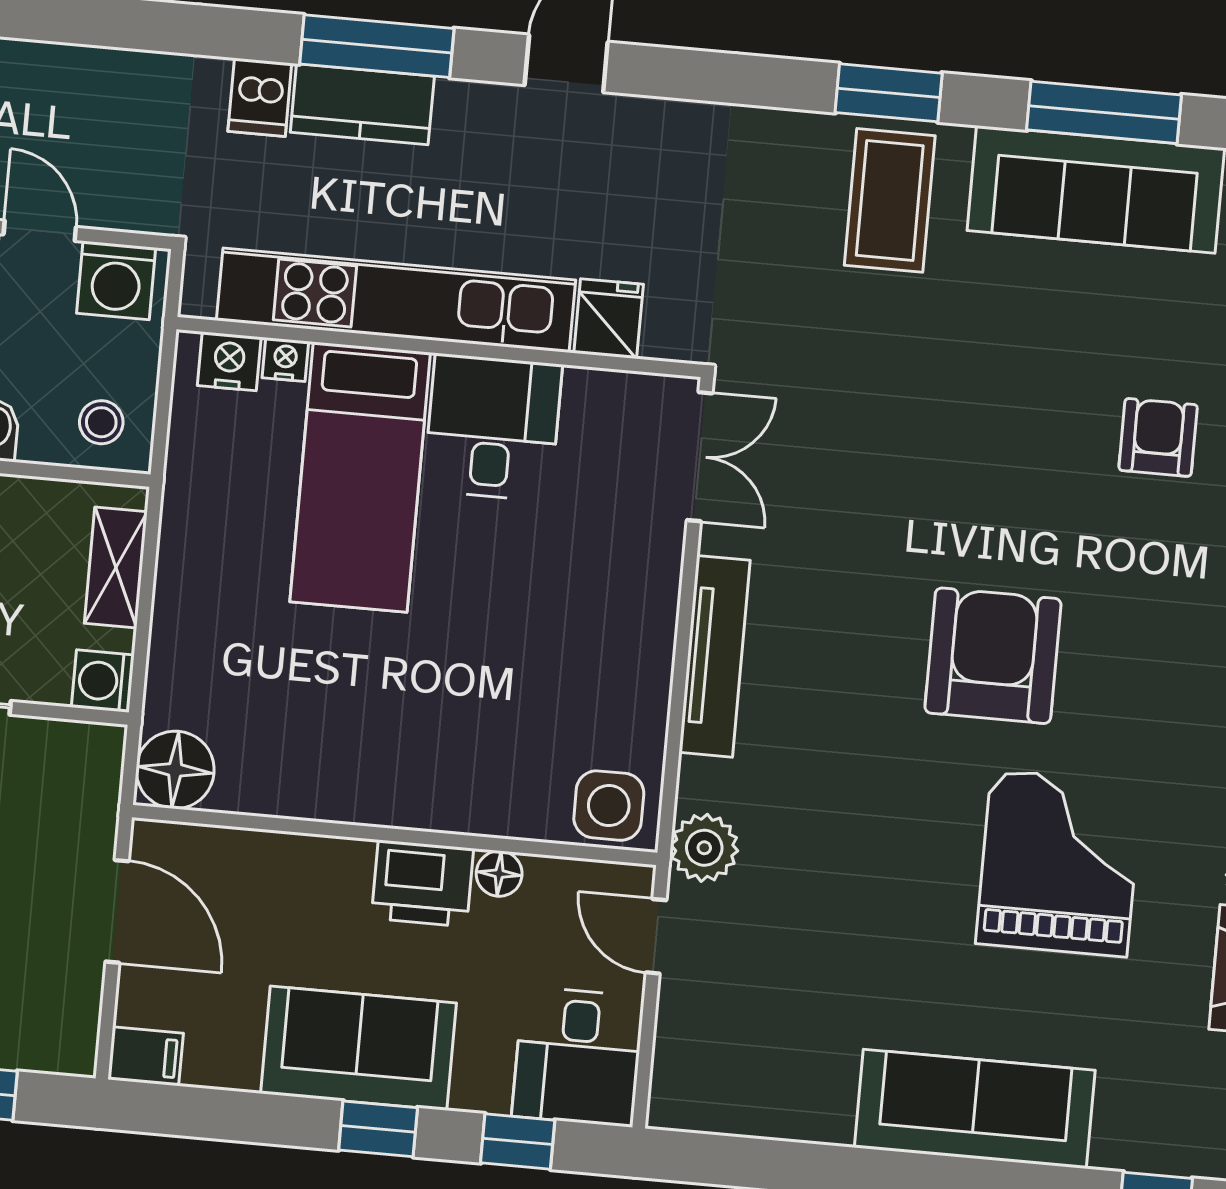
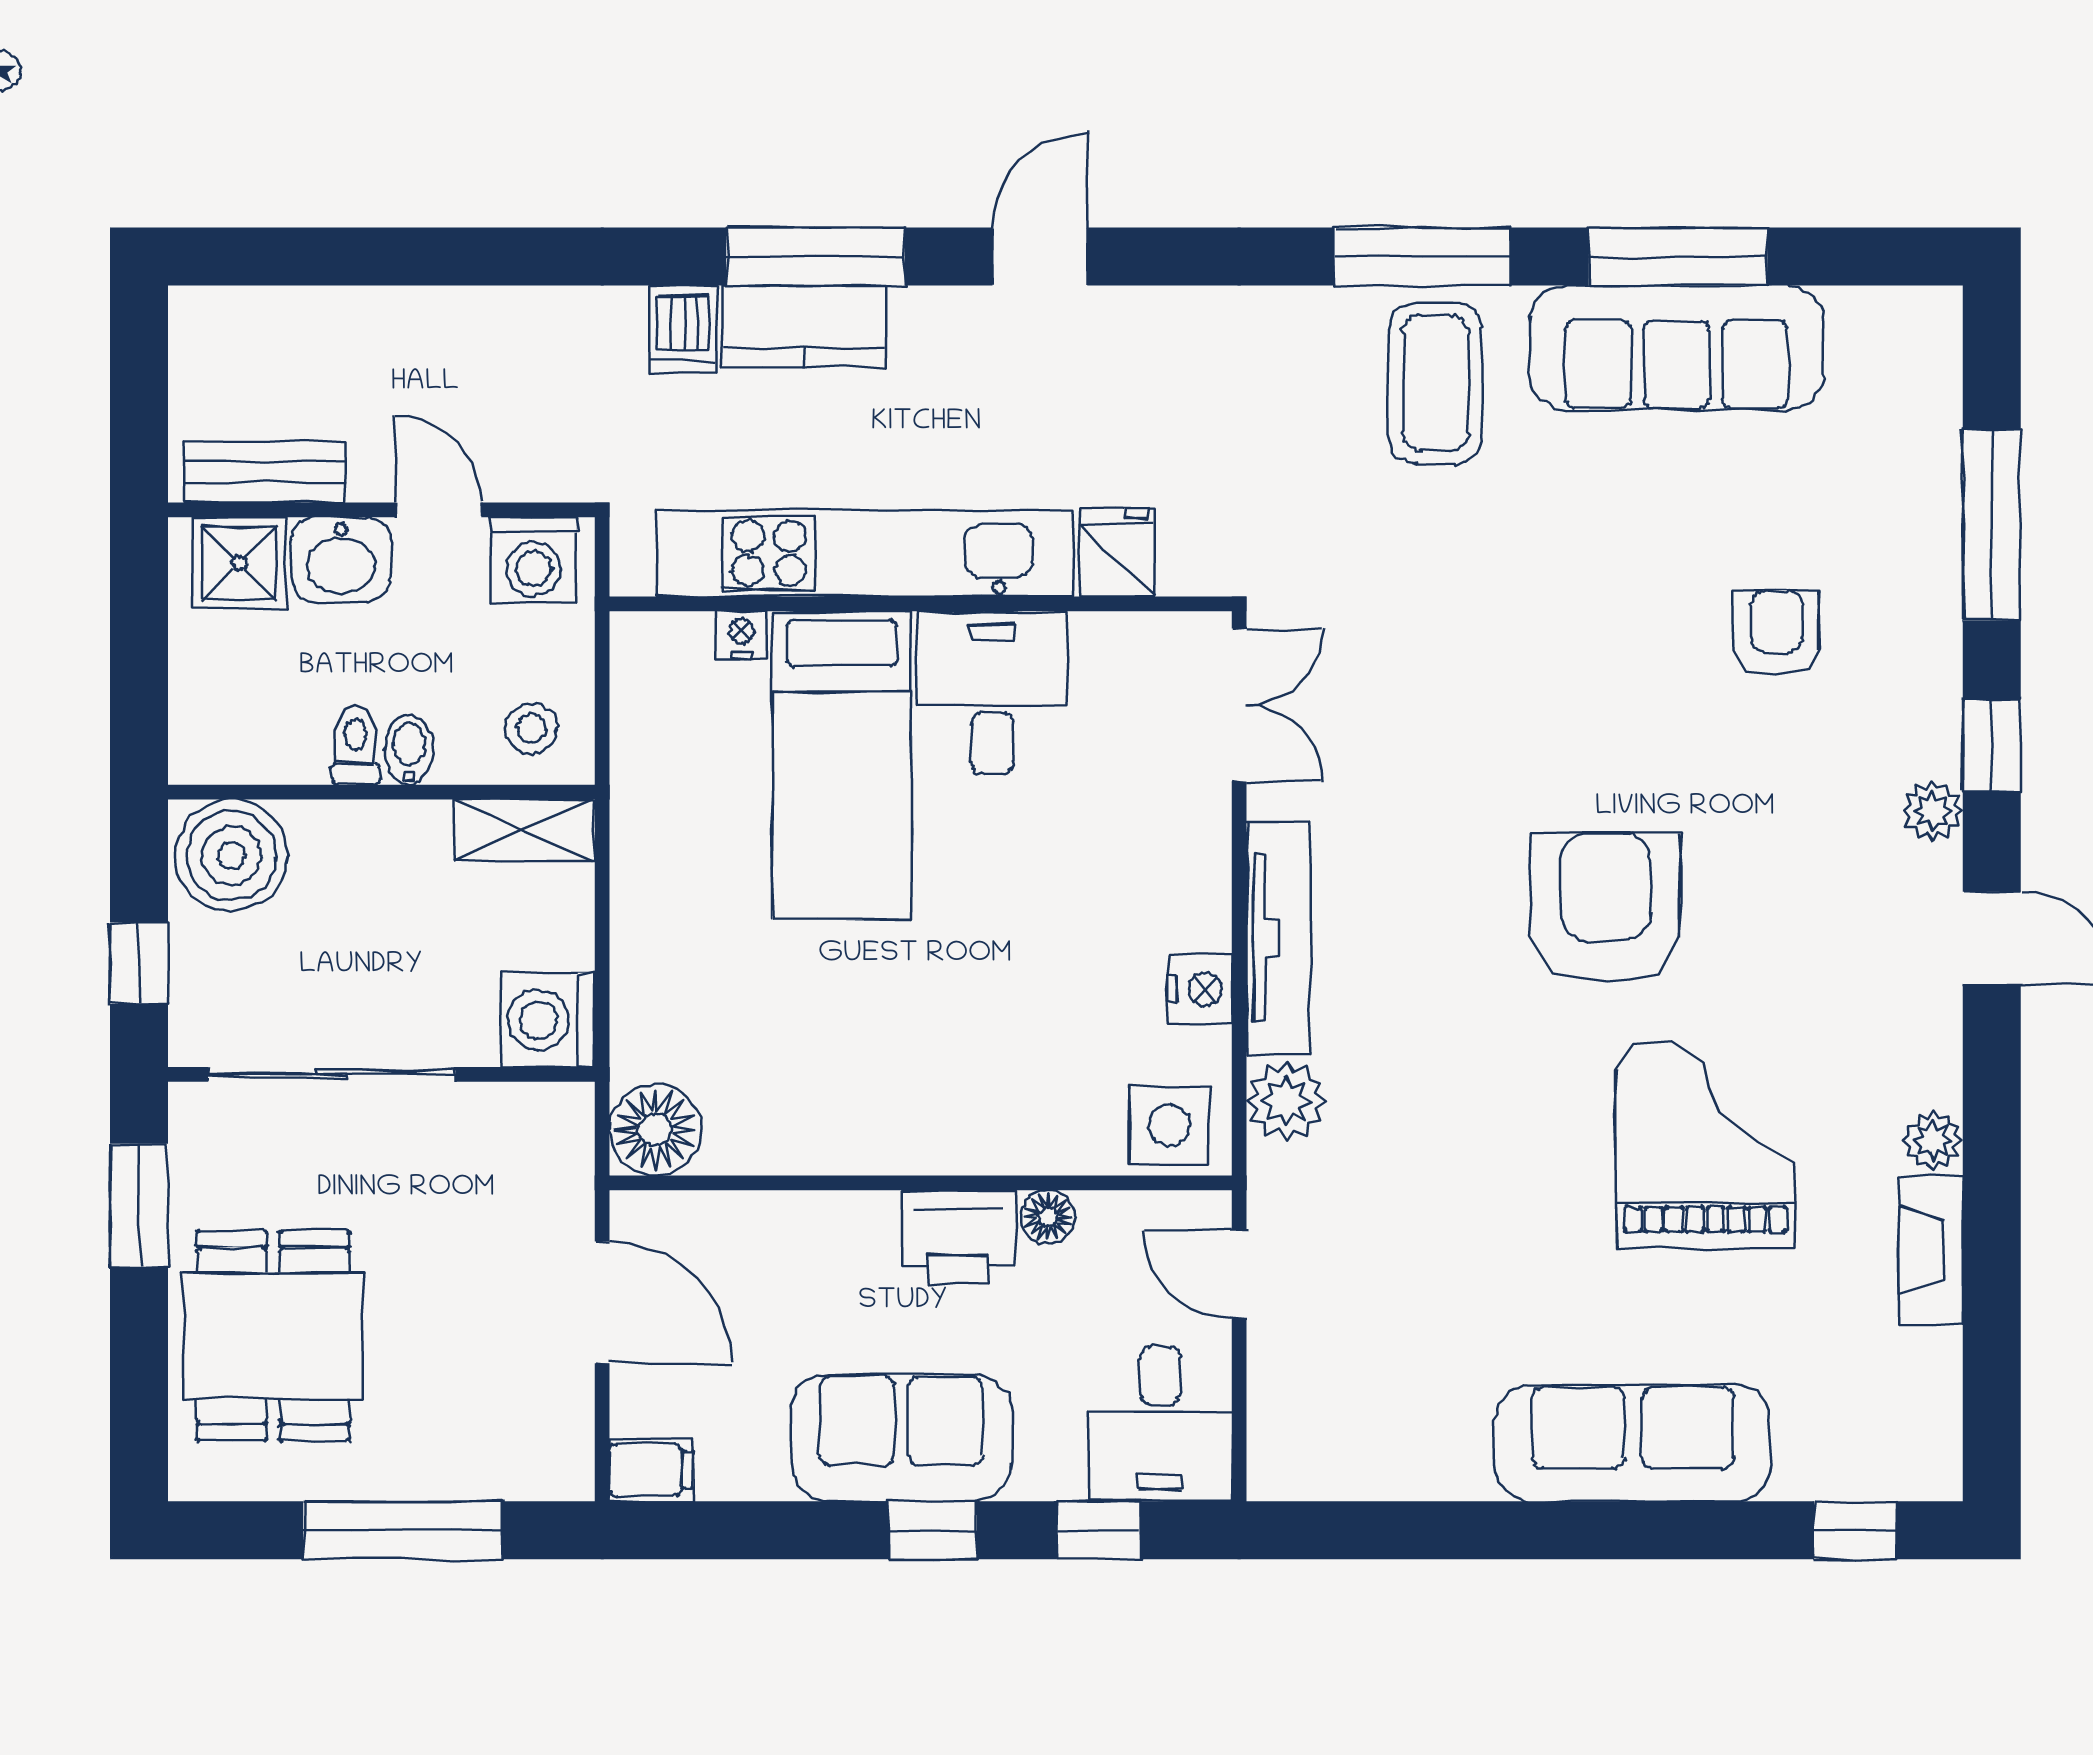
window: (889, 93) -> (1422, 257), width x1.44
nightstand: (229, 361) -> (1200, 989), moved, turned 90
shelving: (116, 568) -> (524, 830), moved, turned 90
washing machine: (103, 681) -> (548, 1020), width x1.38, depth x1.38
plant: (704, 848) -> (1286, 1101), moved

